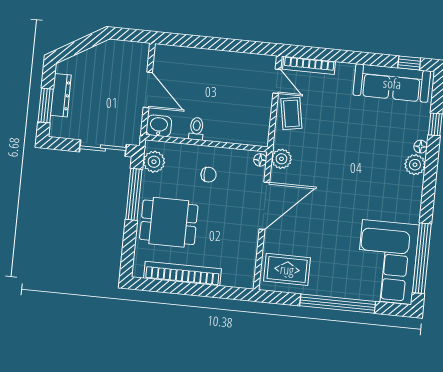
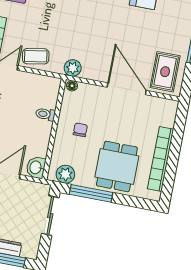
toilet: (196, 129) -> (45, 114), moved
door: (264, 206) -> (127, 89), moved

